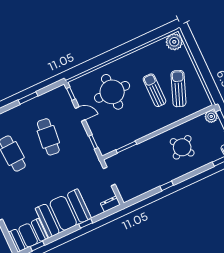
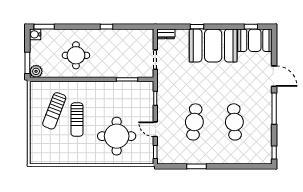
plant: (174, 42) -> (38, 156), removed
round table: (182, 147) -> (76, 55), turned 32

